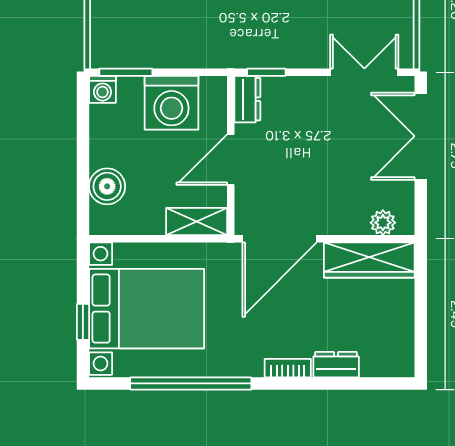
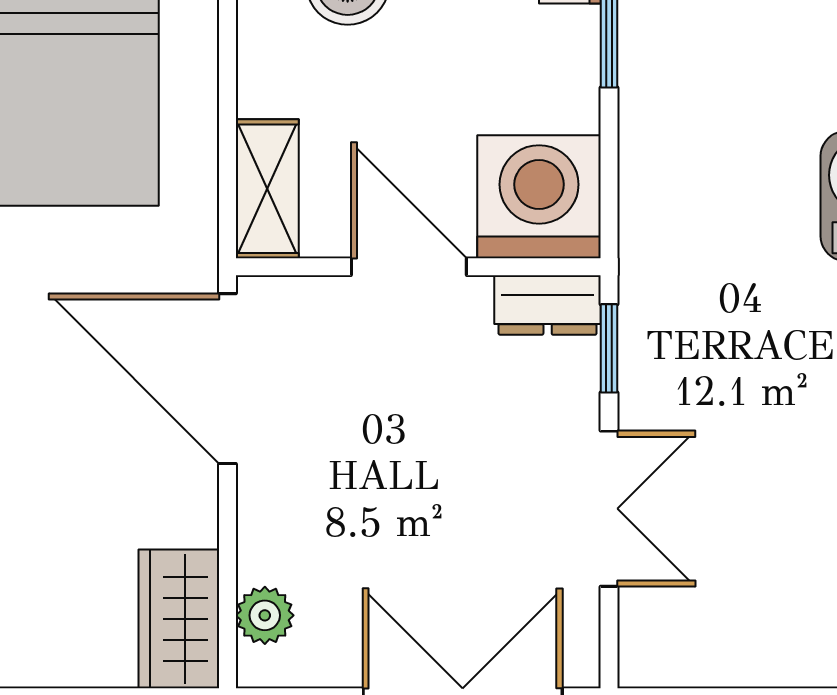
double door: (364, 72) -> (609, 509), moved
washing machine: (171, 103) -> (539, 197), moved, turned 90
wardrobe: (369, 260) -> (179, 619), width x0.67

